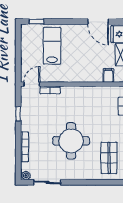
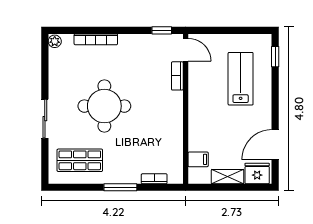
lab bench: (52, 46) -> (241, 79), turned -90
window: (18, 114) -> (162, 30), moved
sliding door: (47, 182) -> (45, 119), moved

